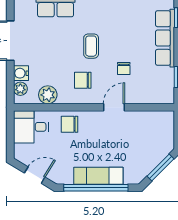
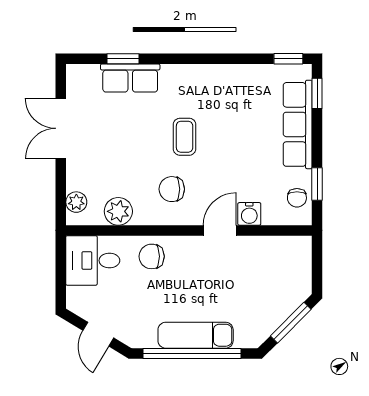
chair: (124, 69) -> (297, 198), moved
water cooler: (21, 73) -> (249, 214), moved, turned -90
door: (35, 175) -> (98, 334), swing flipped

